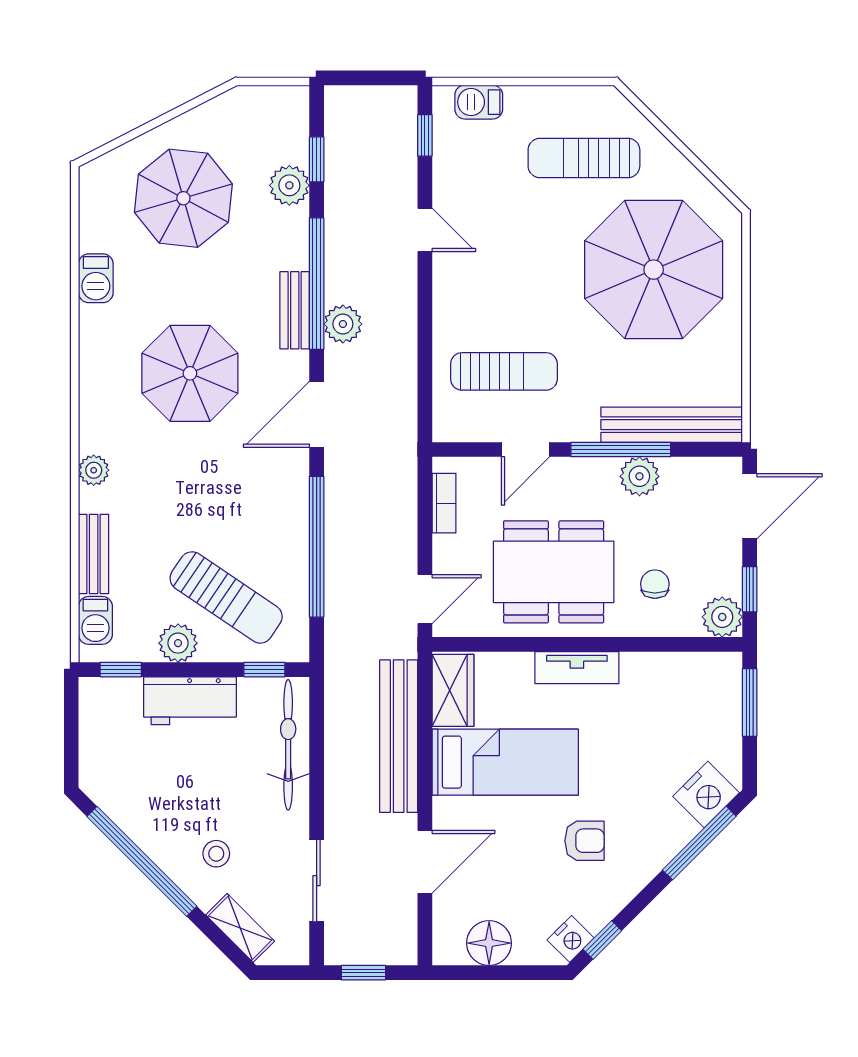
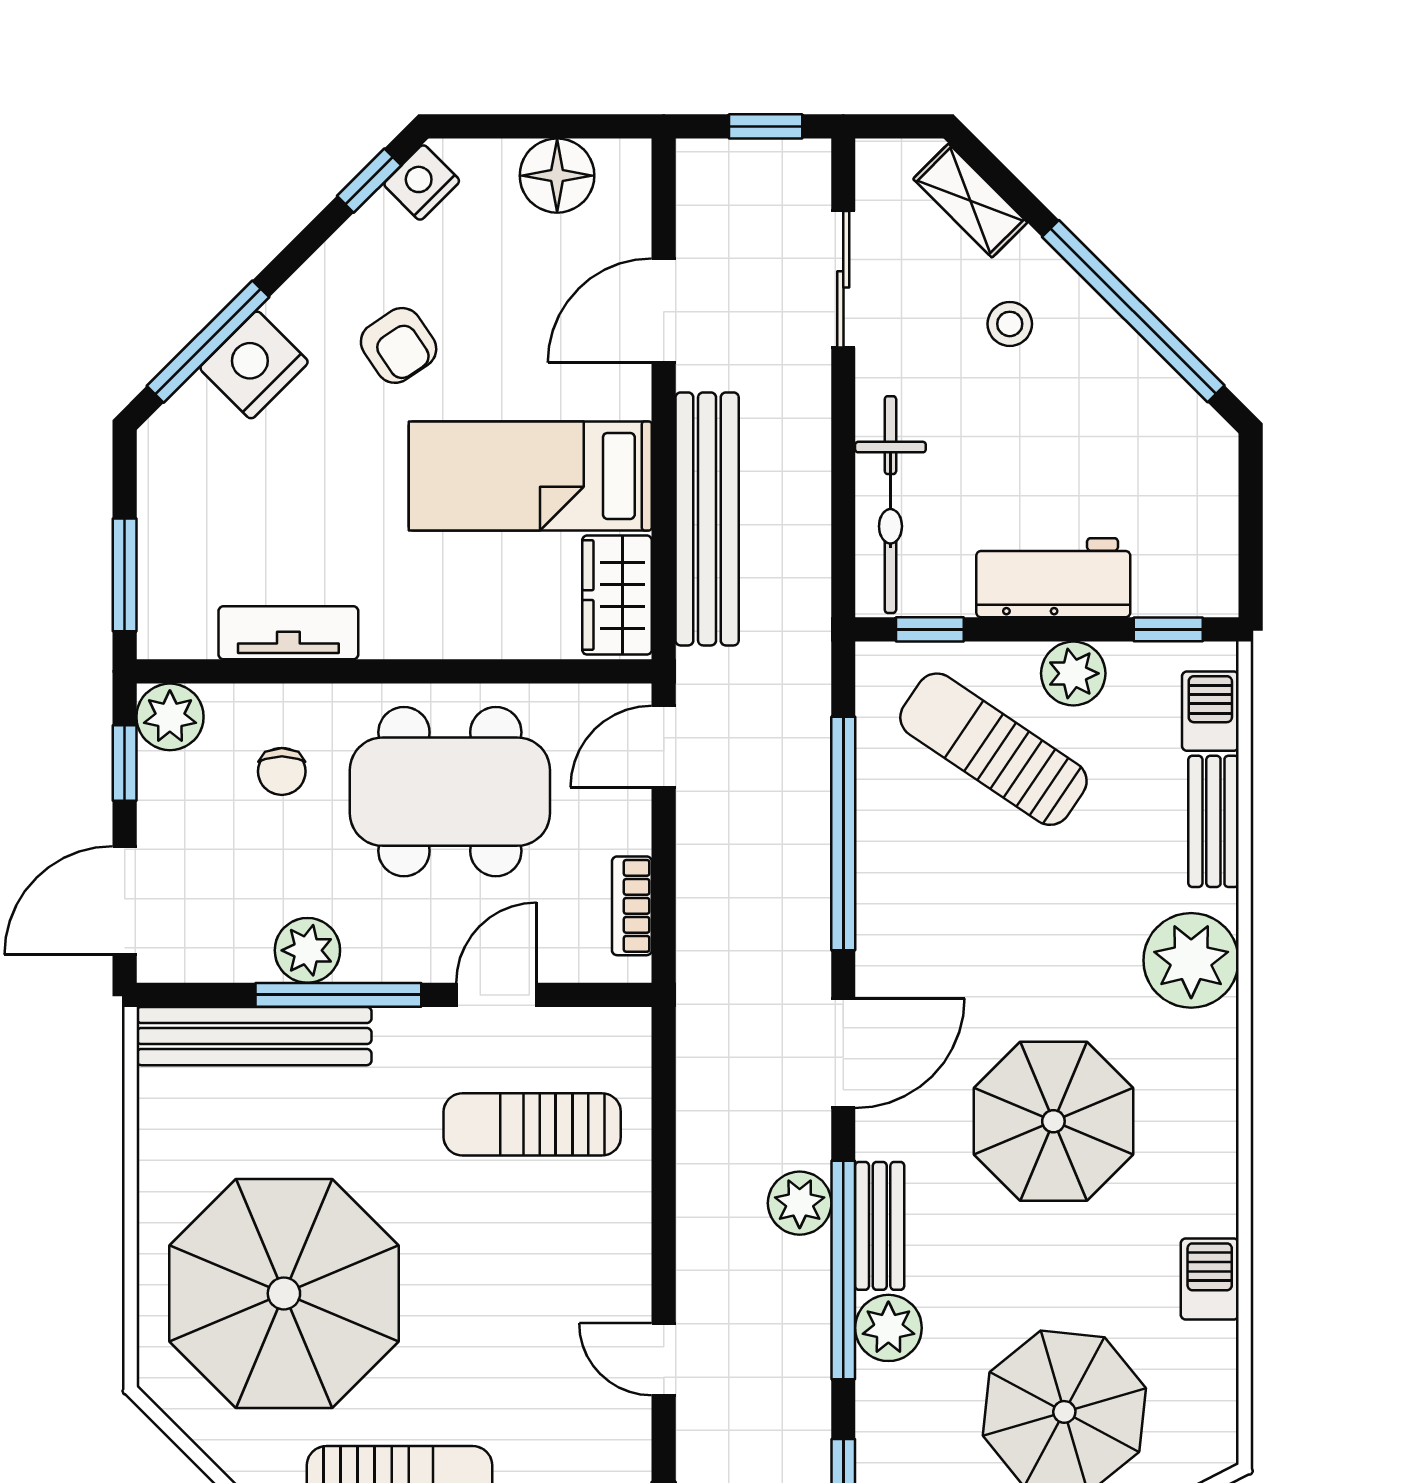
plant: (289, 185) -> (888, 1328), moved
plant: (94, 470) -> (1191, 960), width x1.87, depth x1.87
tv unit: (577, 668) -> (288, 633), moved
nightstand: (706, 795) -> (254, 365), moved
armchair: (585, 841) -> (399, 345), turned -124

